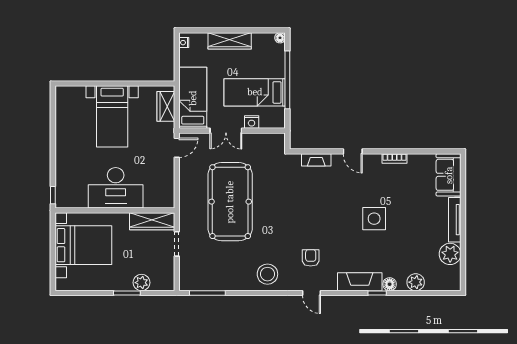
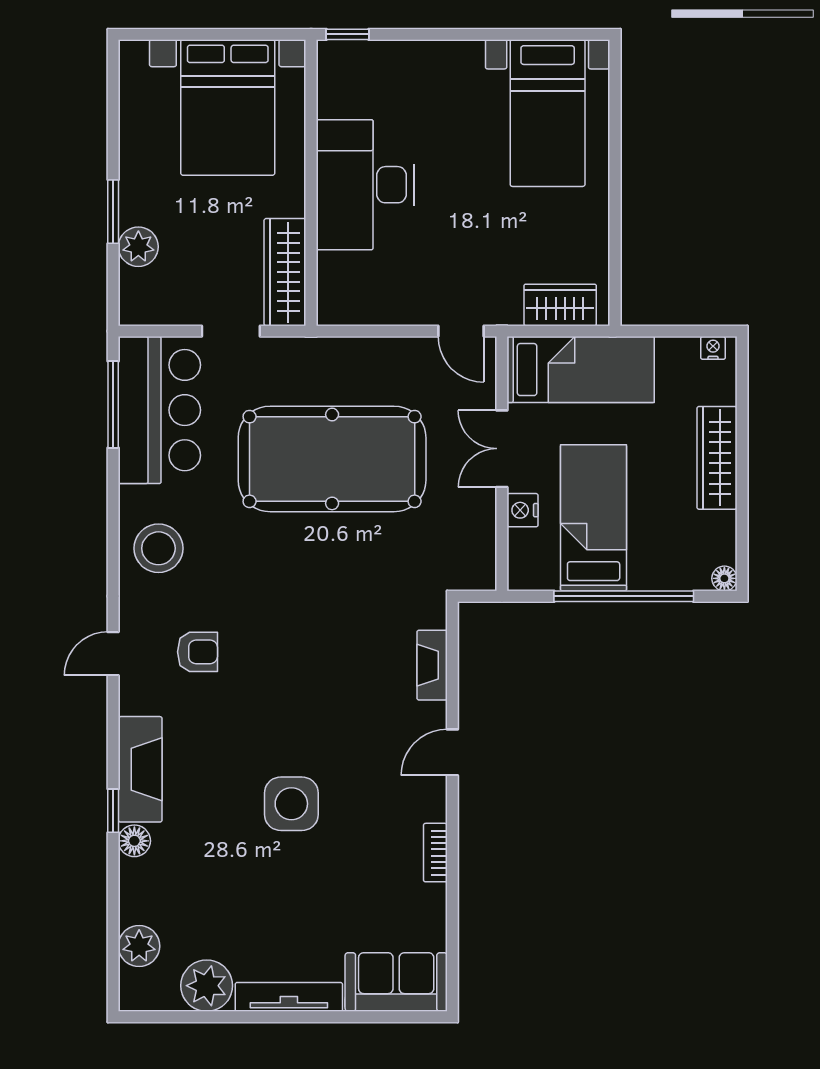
bed with nightstands: (112, 116) -> (548, 113), moved, turned -90
bar counter: (210, 274) -> (159, 410), added
plant: (416, 282) -> (139, 946), moved

